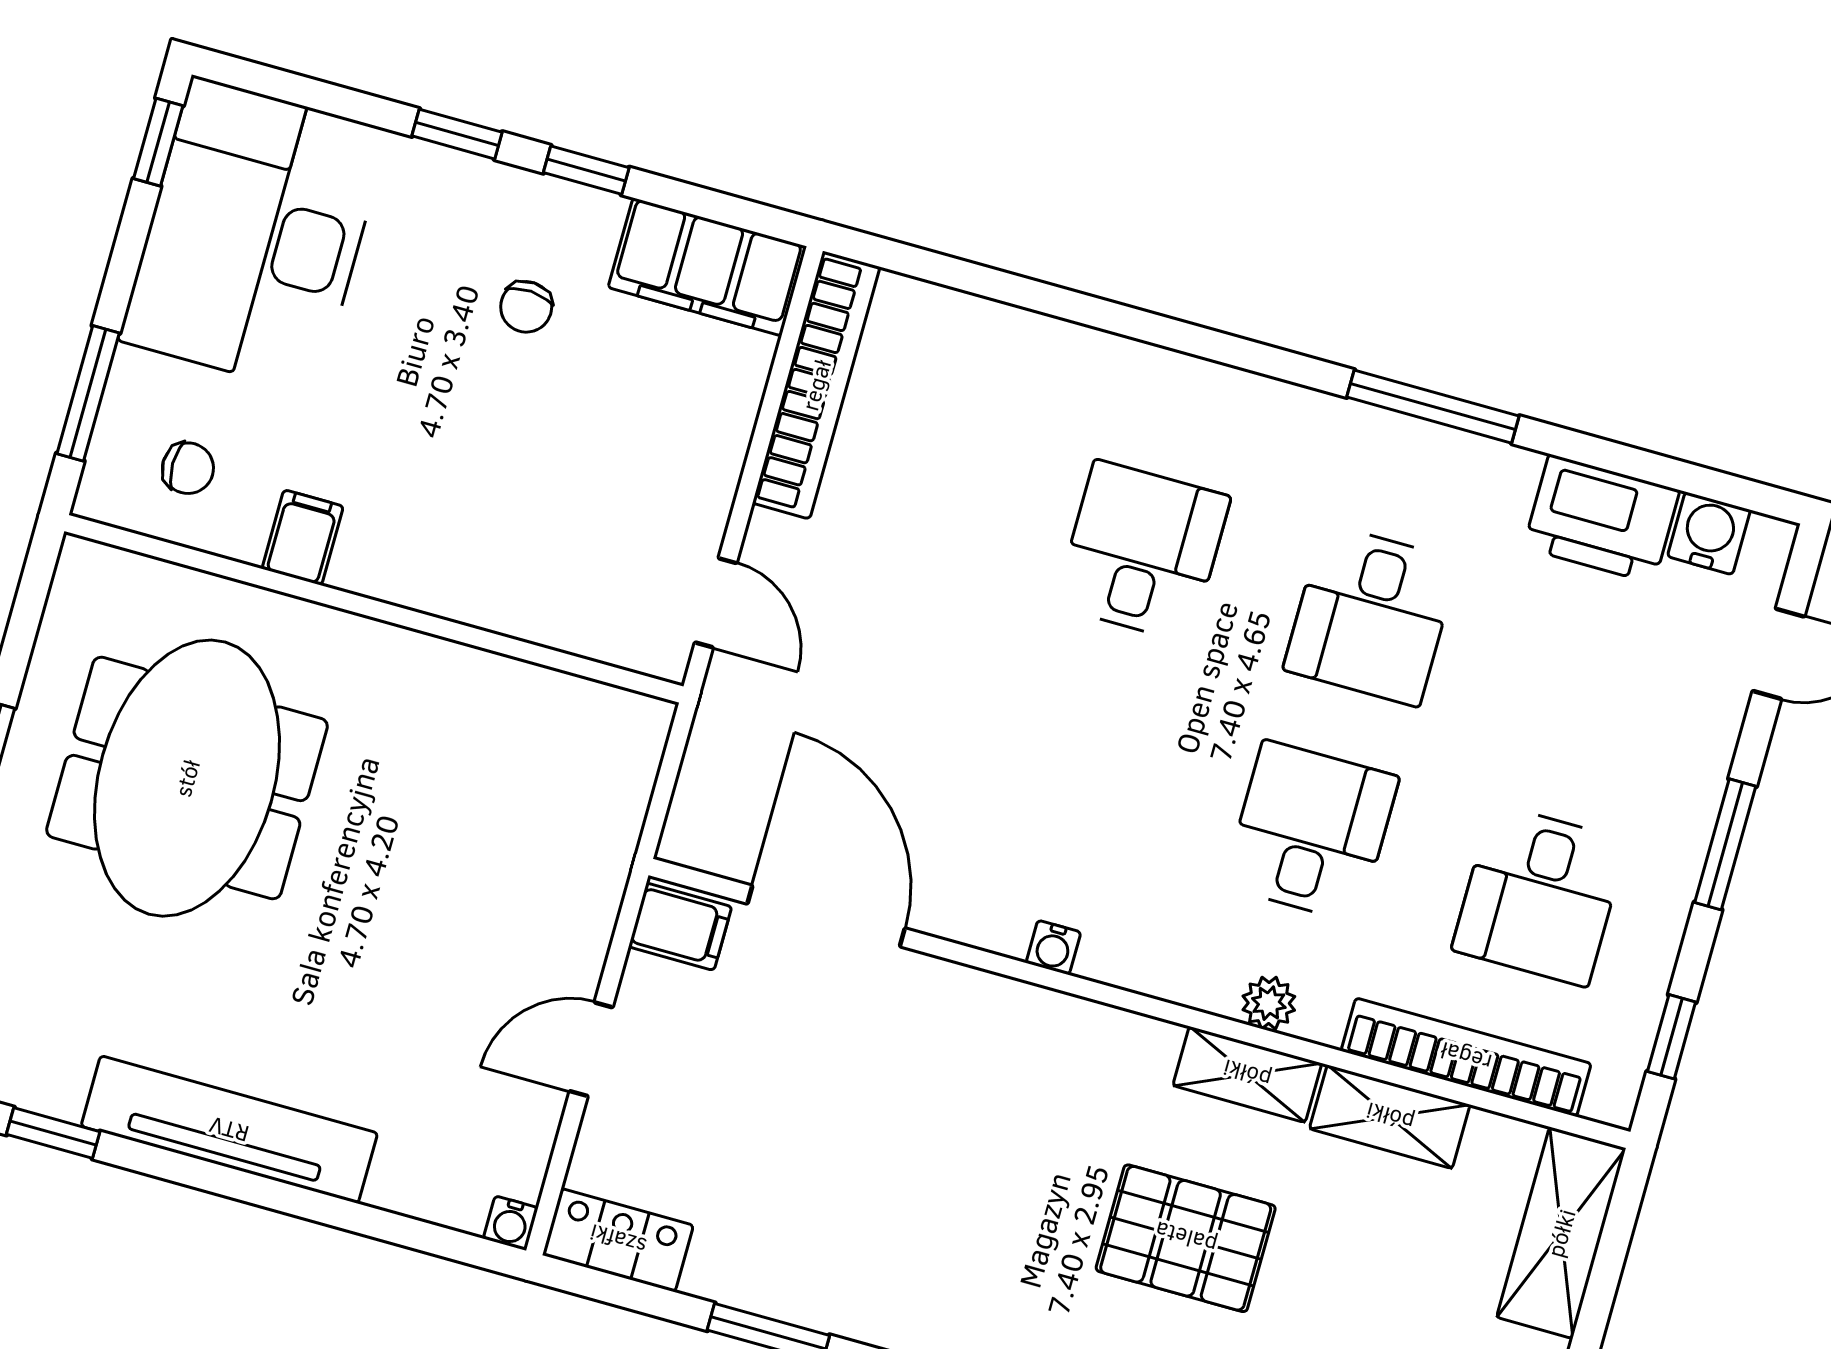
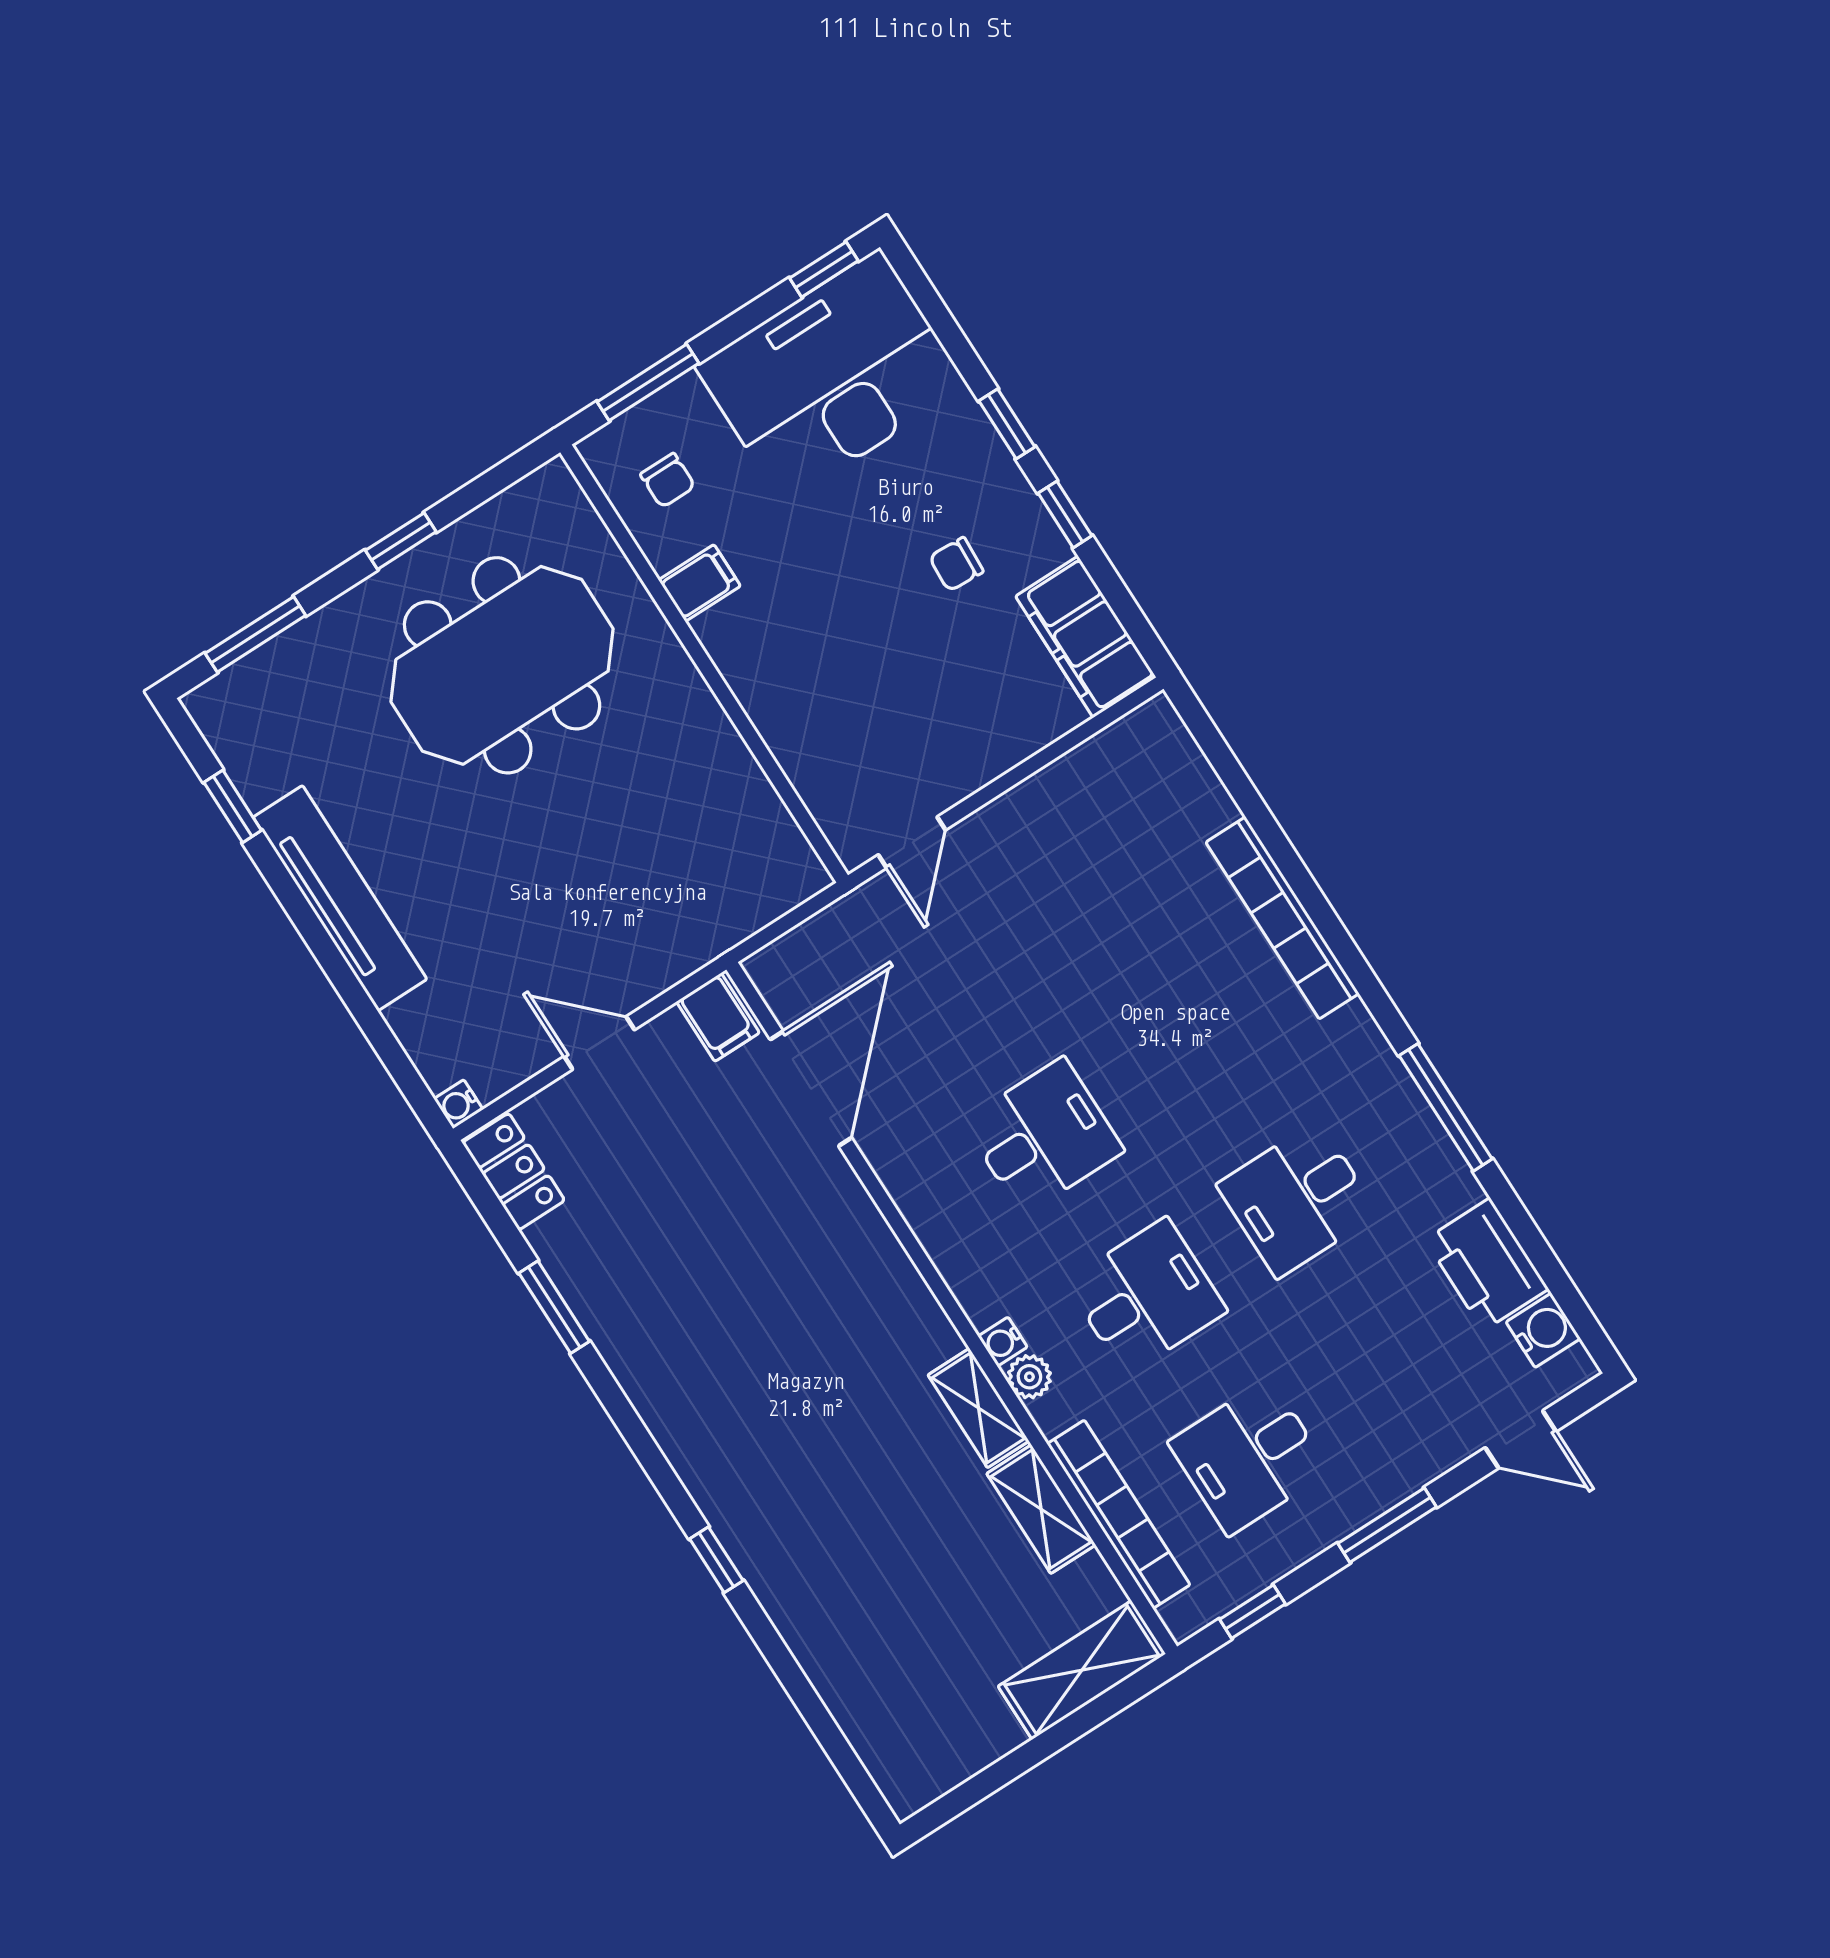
bookcase: (816, 385) -> (1282, 918), moved, turned 90
desk: (1142, 551) -> (1043, 1136), moved
water cooler: (1053, 948) -> (1003, 1342), moved
pallet: (1186, 1238) -> (854, 1473), removed

